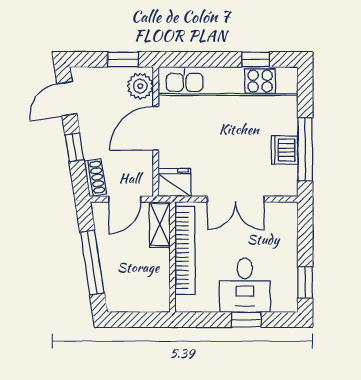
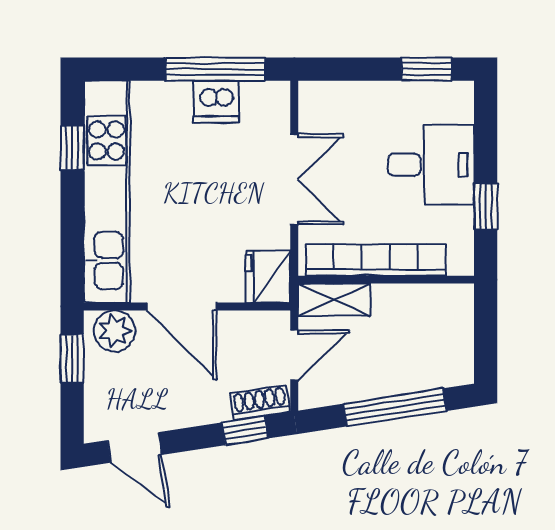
window: (74, 147) -> (245, 430), moved
door: (125, 199) -> (294, 356), hinge flipped
window: (246, 320) -> (486, 206), moved

